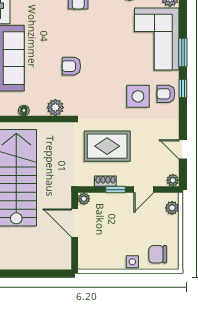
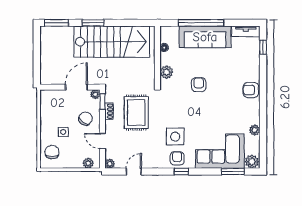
window: (183, 52) -> (233, 172), moved
window: (116, 190) -> (102, 101), moved
chair: (115, 211) -> (85, 119), added
side table: (132, 262) -> (63, 132), moved

